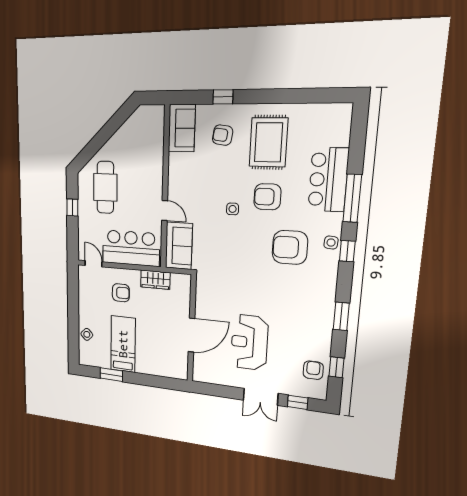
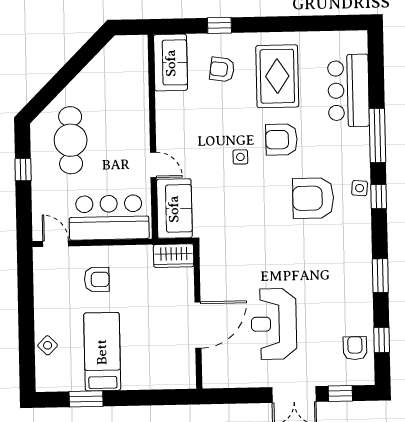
bar counter: (328, 180) -> (348, 90), moved
wardrobe: (155, 280) -> (174, 256), moved

